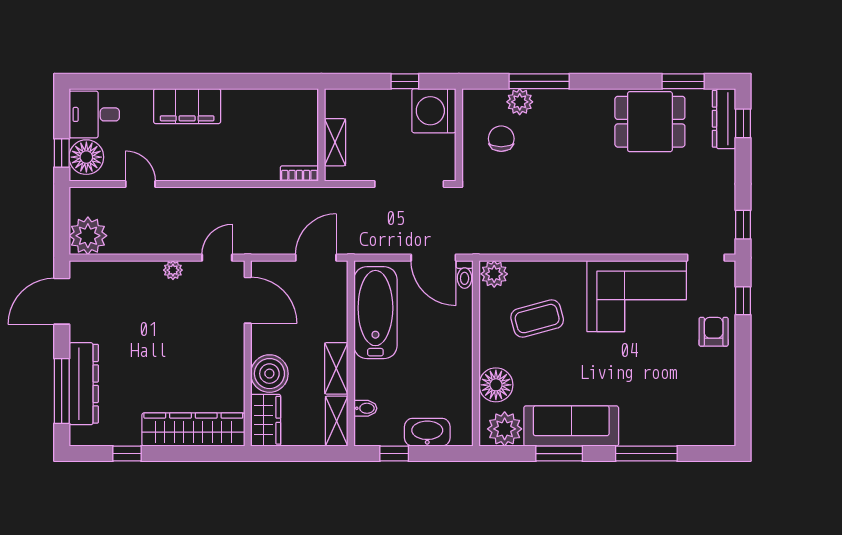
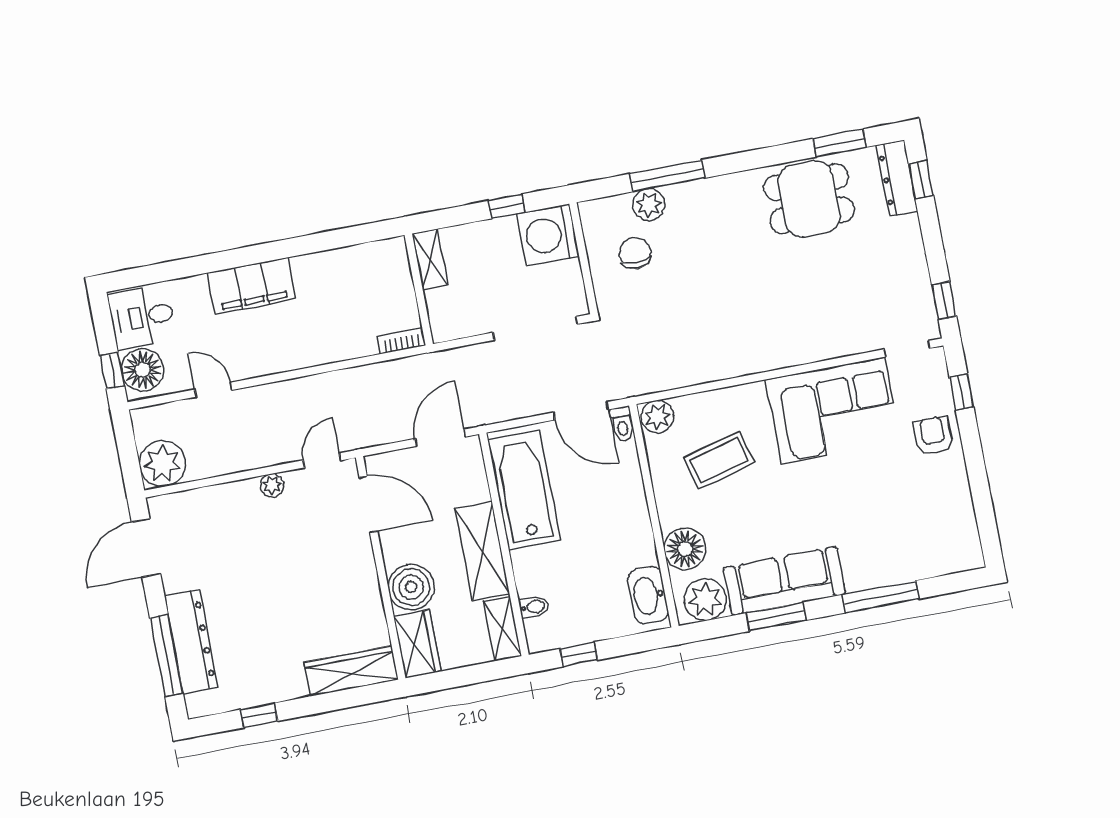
shelving: (335, 142) -> (430, 259), moved
shelving: (336, 368) -> (482, 551), width x1.50, depth x1.33
wardrobe: (193, 429) -> (351, 671), width x0.71, depth x0.85
washbasin: (427, 432) -> (648, 595), moved, turned -90

